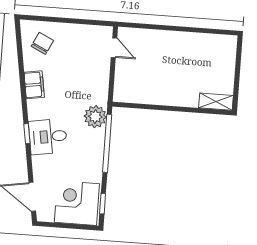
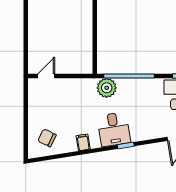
filing cabinet: (34, 85) -> (83, 142), width x0.50
desk: (48, 137) -> (114, 129), moved

